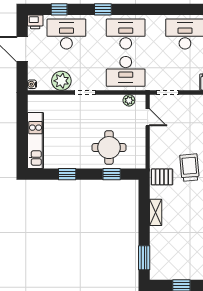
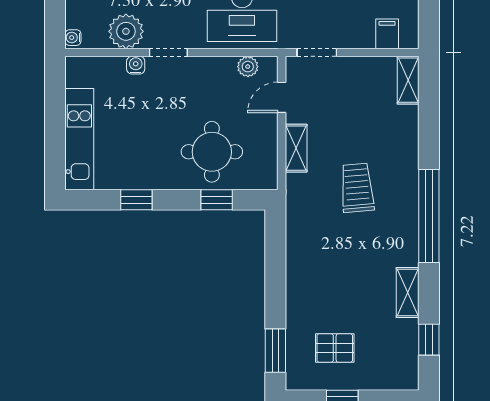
water cooler: (67, 100) -> (136, 65), added
door: (148, 117) -> (282, 97), swing flipped
pallet: (162, 177) -> (335, 348), moved
shelving: (156, 212) -> (296, 148), moved

